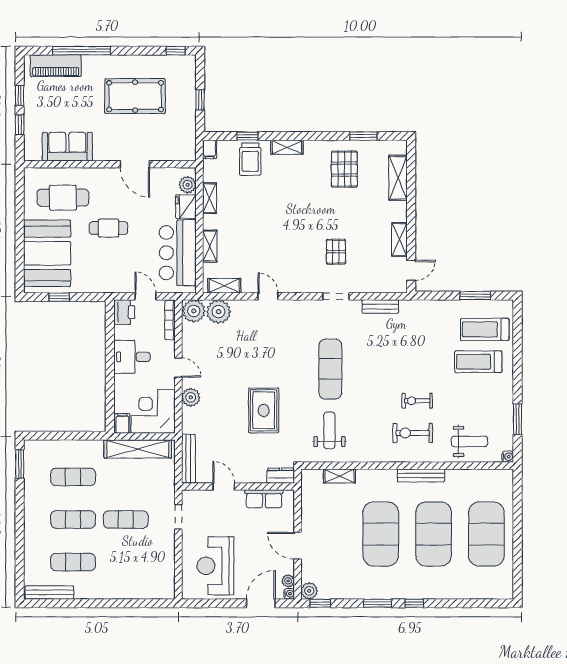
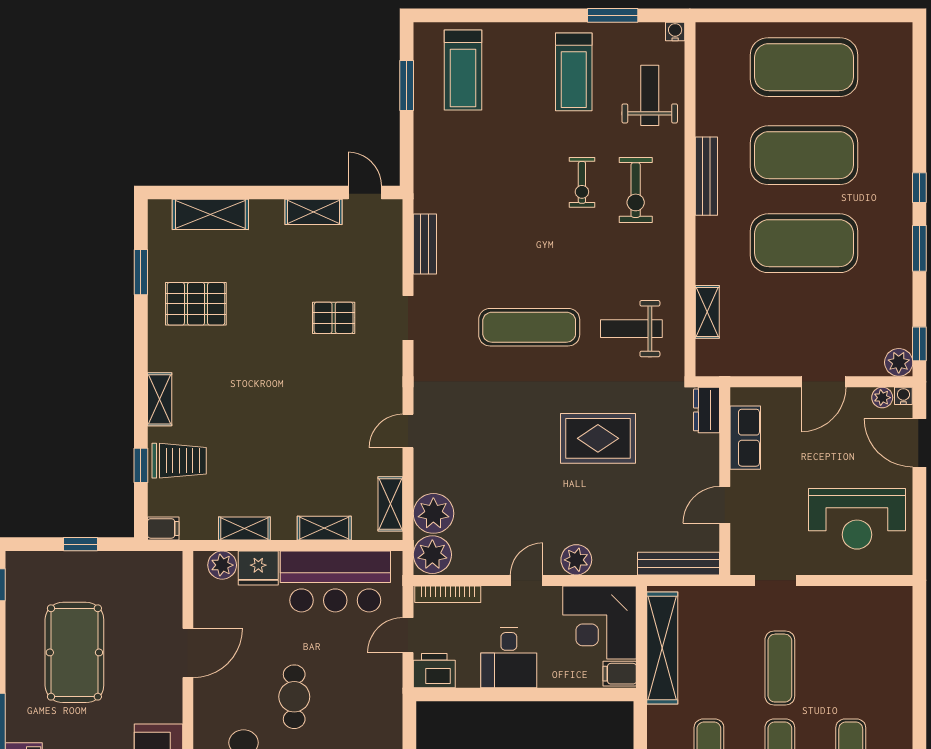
treadmill: (478, 362) -> (574, 72), moved

